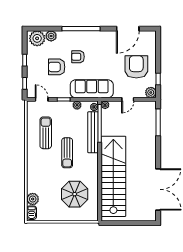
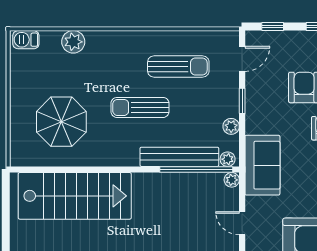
sofa: (92, 89) -> (262, 165), width x0.73
stairs: (113, 176) -> (75, 196), width x0.73
plant: (33, 199) -> (73, 42), moved

